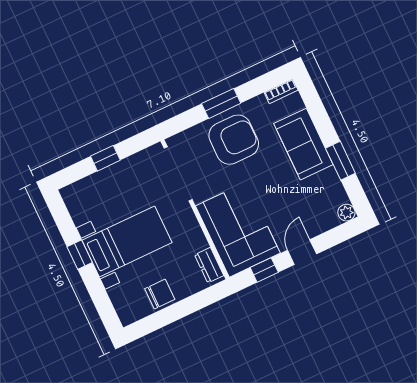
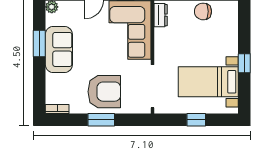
armchair: (234, 140) -> (104, 92), turned 180
sofa: (303, 144) -> (59, 49), moved
bed with nightstands: (127, 241) -> (208, 82), moved

